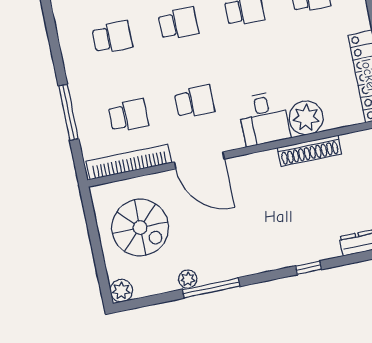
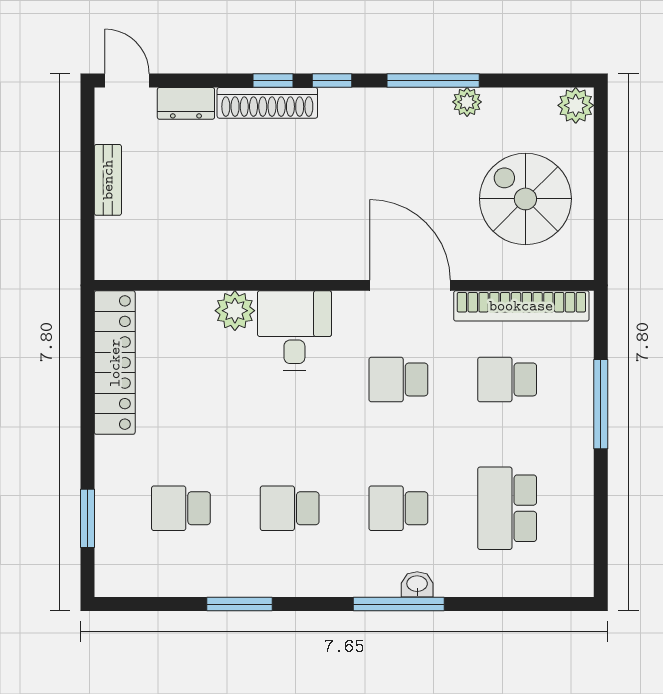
school desk: (112, 37) -> (507, 508), width x1.85
plant: (306, 118) -> (235, 311), width x0.73, depth x0.73
shoe rack: (309, 151) -> (267, 103), moved, turned 180
window: (273, 275) -> (332, 80), added

